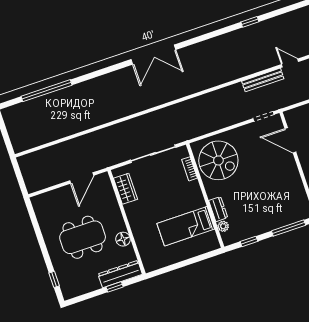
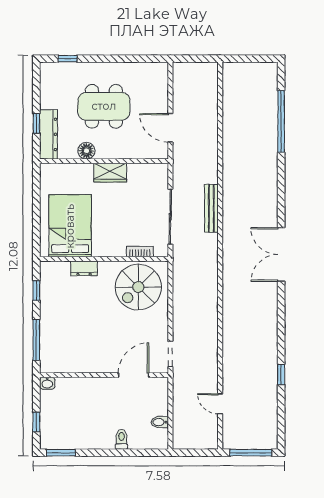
door: (290, 63) -> (220, 404), swing flipped
bench: (263, 80) -> (211, 208), moved
wardrobe: (125, 189) -> (110, 173), moved
bed: (186, 226) -> (70, 226), width x1.50
plant: (223, 226) -> (63, 267), removed
dining table: (83, 237) -> (104, 106), turned 90

